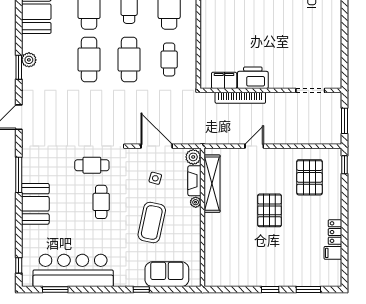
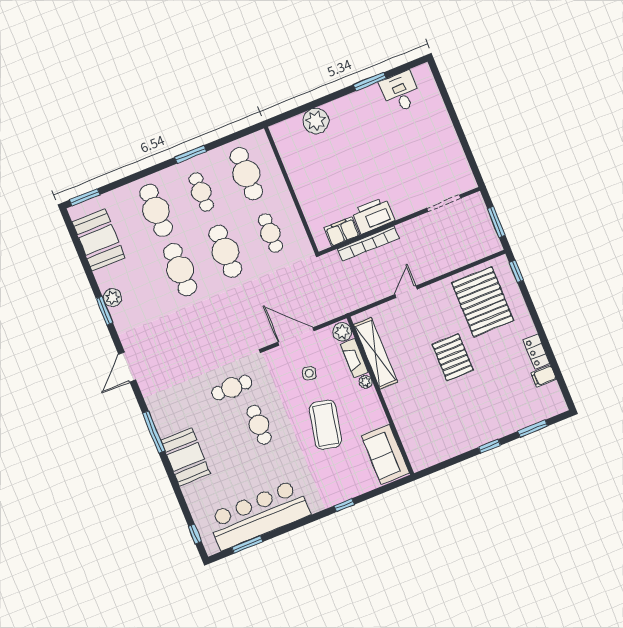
pallet: (309, 177) -> (483, 302), width x1.37, depth x1.41
sofa: (167, 274) -> (385, 454), moved, turned -90

